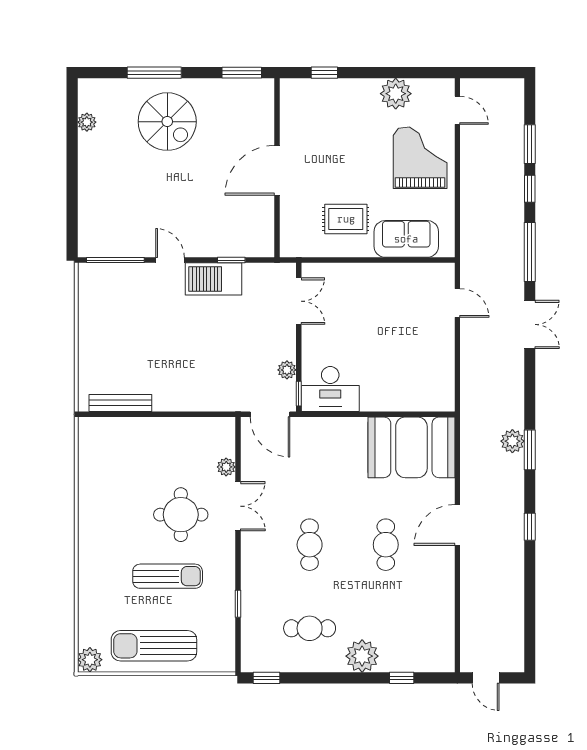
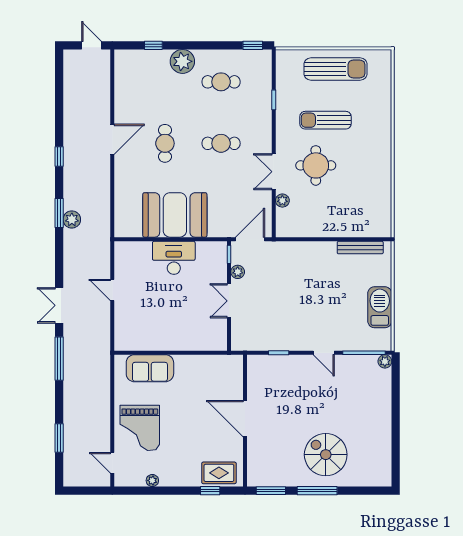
window: (154, 73) -> (317, 491), moved
plant: (396, 94) -> (152, 480), width x0.53, depth x0.53
plant: (87, 122) -> (385, 361), moved
door: (277, 170) -> (245, 419), swing flipped
window: (530, 189) -> (59, 405), removed
rug: (346, 219) -> (219, 473), moved
barbecue: (214, 279) -> (380, 307), moved, turned -90
double door: (299, 301) -> (229, 301), moved
door: (457, 303) -> (112, 290), moved
desk: (330, 389) -> (174, 258), moved
door: (270, 414) -> (250, 239), hinge flipped
booth: (411, 447) -> (175, 215), moved
door: (457, 525) -> (112, 139), moved
cafe table: (310, 545) -> (221, 143), turned 90
plant: (90, 660) -> (383, 59), removed

